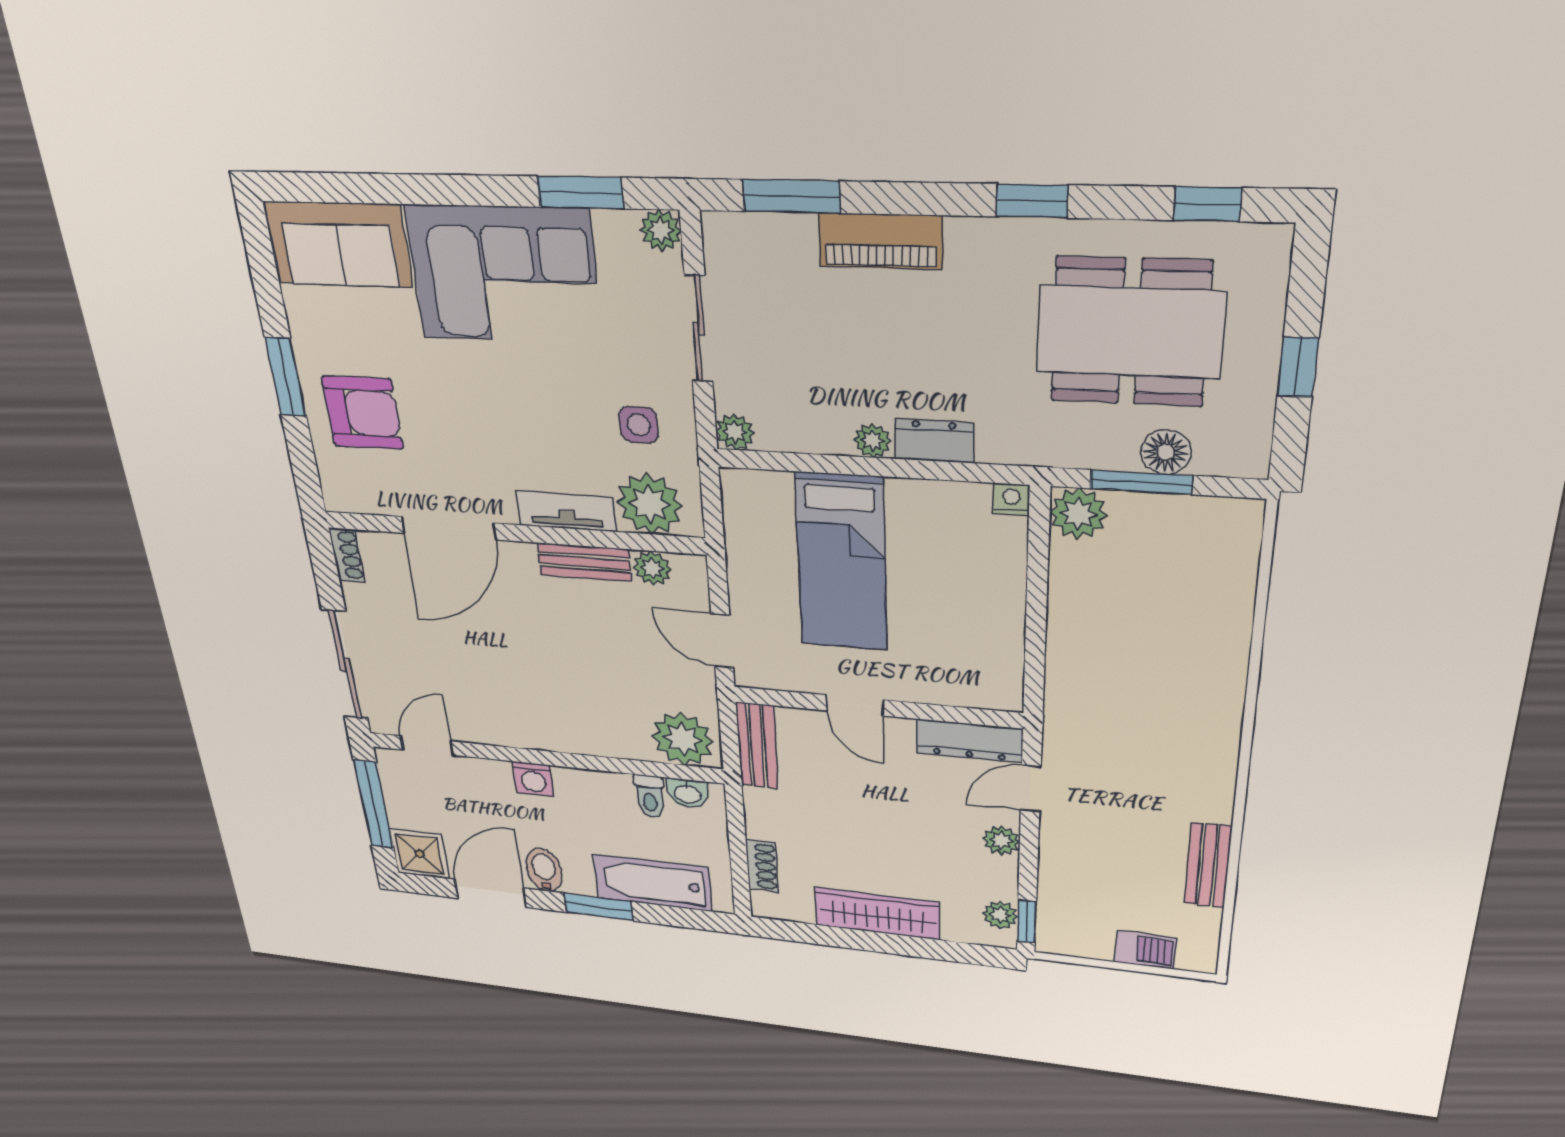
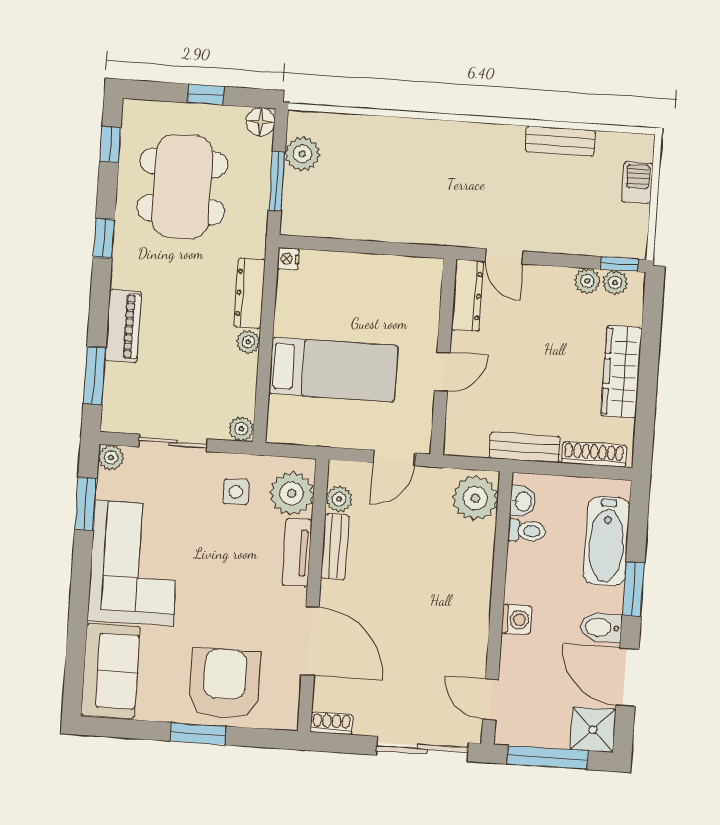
armchair: (363, 413) -> (225, 684), width x1.36, depth x1.36
dresser: (934, 441) -> (250, 293), width x1.44
floor lamp: (1166, 452) -> (260, 122), moved
plant: (1078, 514) -> (302, 154), moved
bench: (757, 746) -> (525, 447), moved
plant: (1001, 840) -> (587, 281), moved
shoe rack: (762, 866) -> (594, 454), width x1.43

